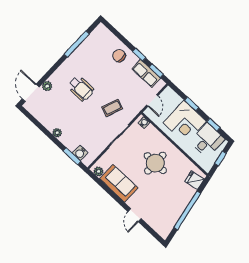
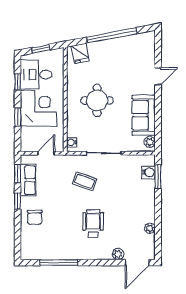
plant: (57, 133) -> (150, 228), moved

